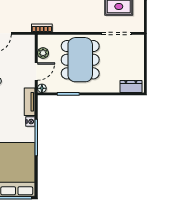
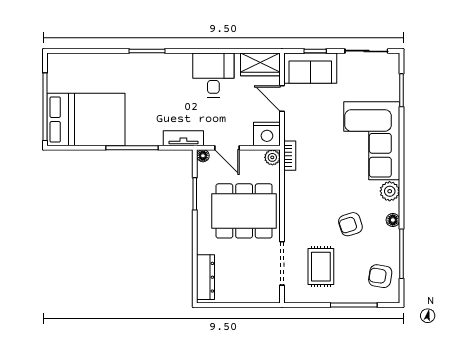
plant: (43, 53) -> (272, 157), moved
dresser: (131, 86) -> (206, 277), width x1.44
nightstand: (30, 122) -> (267, 134), moved, width x1.89, depth x1.79

